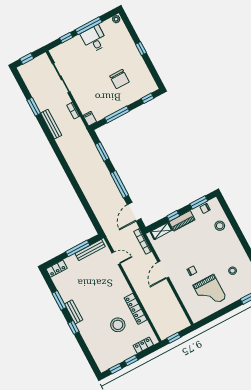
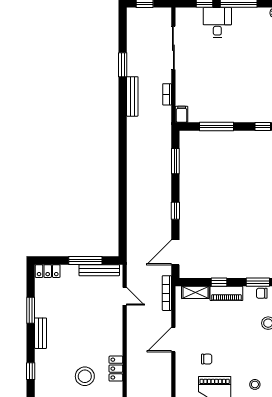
desk: (94, 39) -> (217, 23), moved
chair: (119, 79) -> (242, 86), removed
window: (120, 184) -> (175, 211), width x0.46
locker: (136, 309) -> (116, 369), width x0.66
window: (74, 327) -> (31, 371), moved

